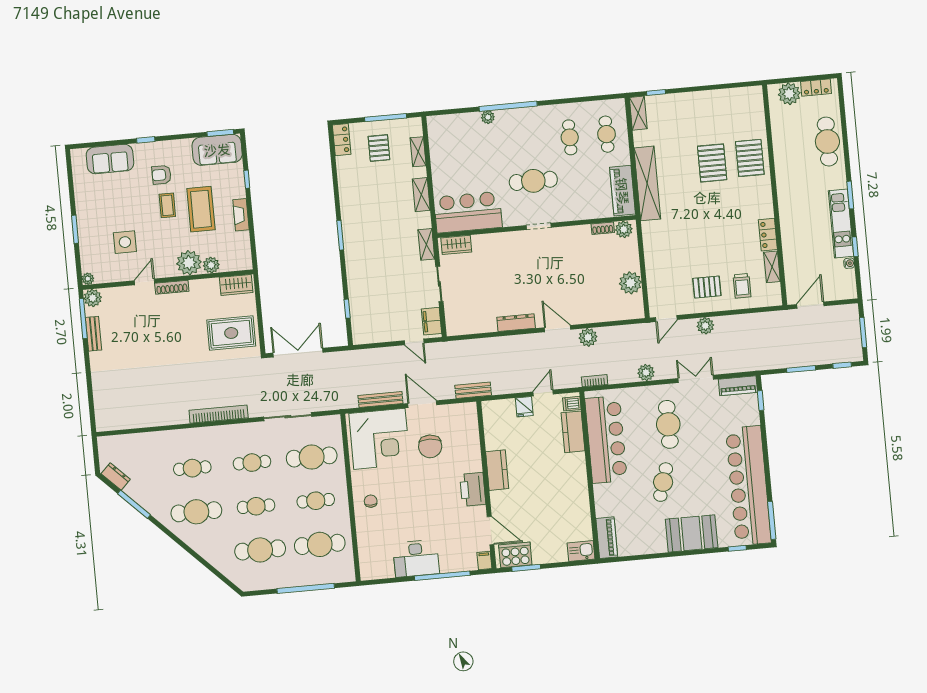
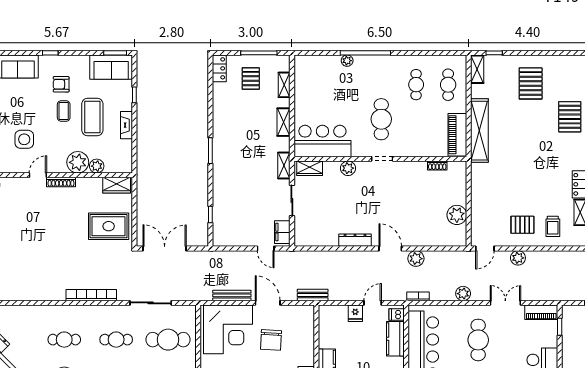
pallet: (712, 163) -> (531, 83), moved
cafe table: (533, 181) -> (381, 119), turned 90
plant: (624, 229) -> (348, 168), moved

